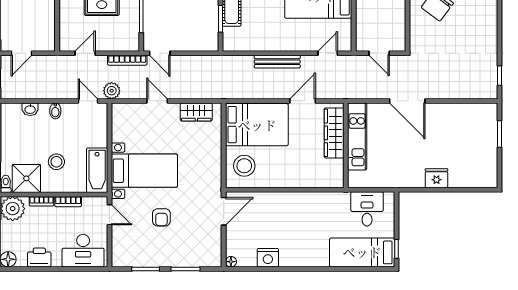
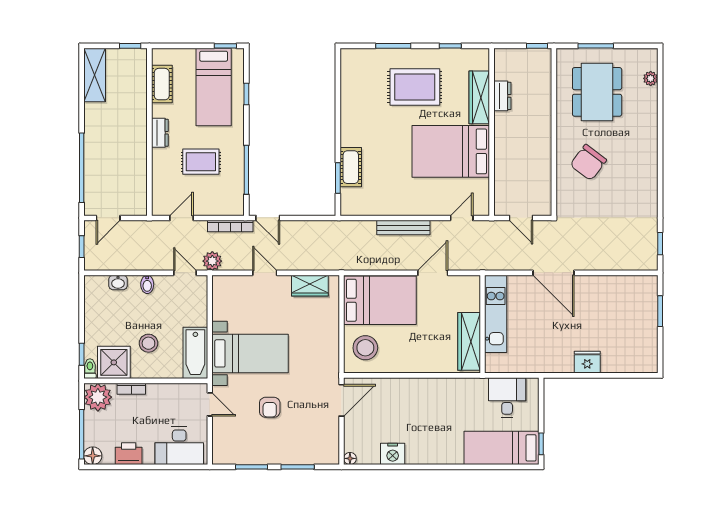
wardrobe: (334, 133) -> (469, 341), moved
bookcase: (68, 202) -> (162, 389), removed

